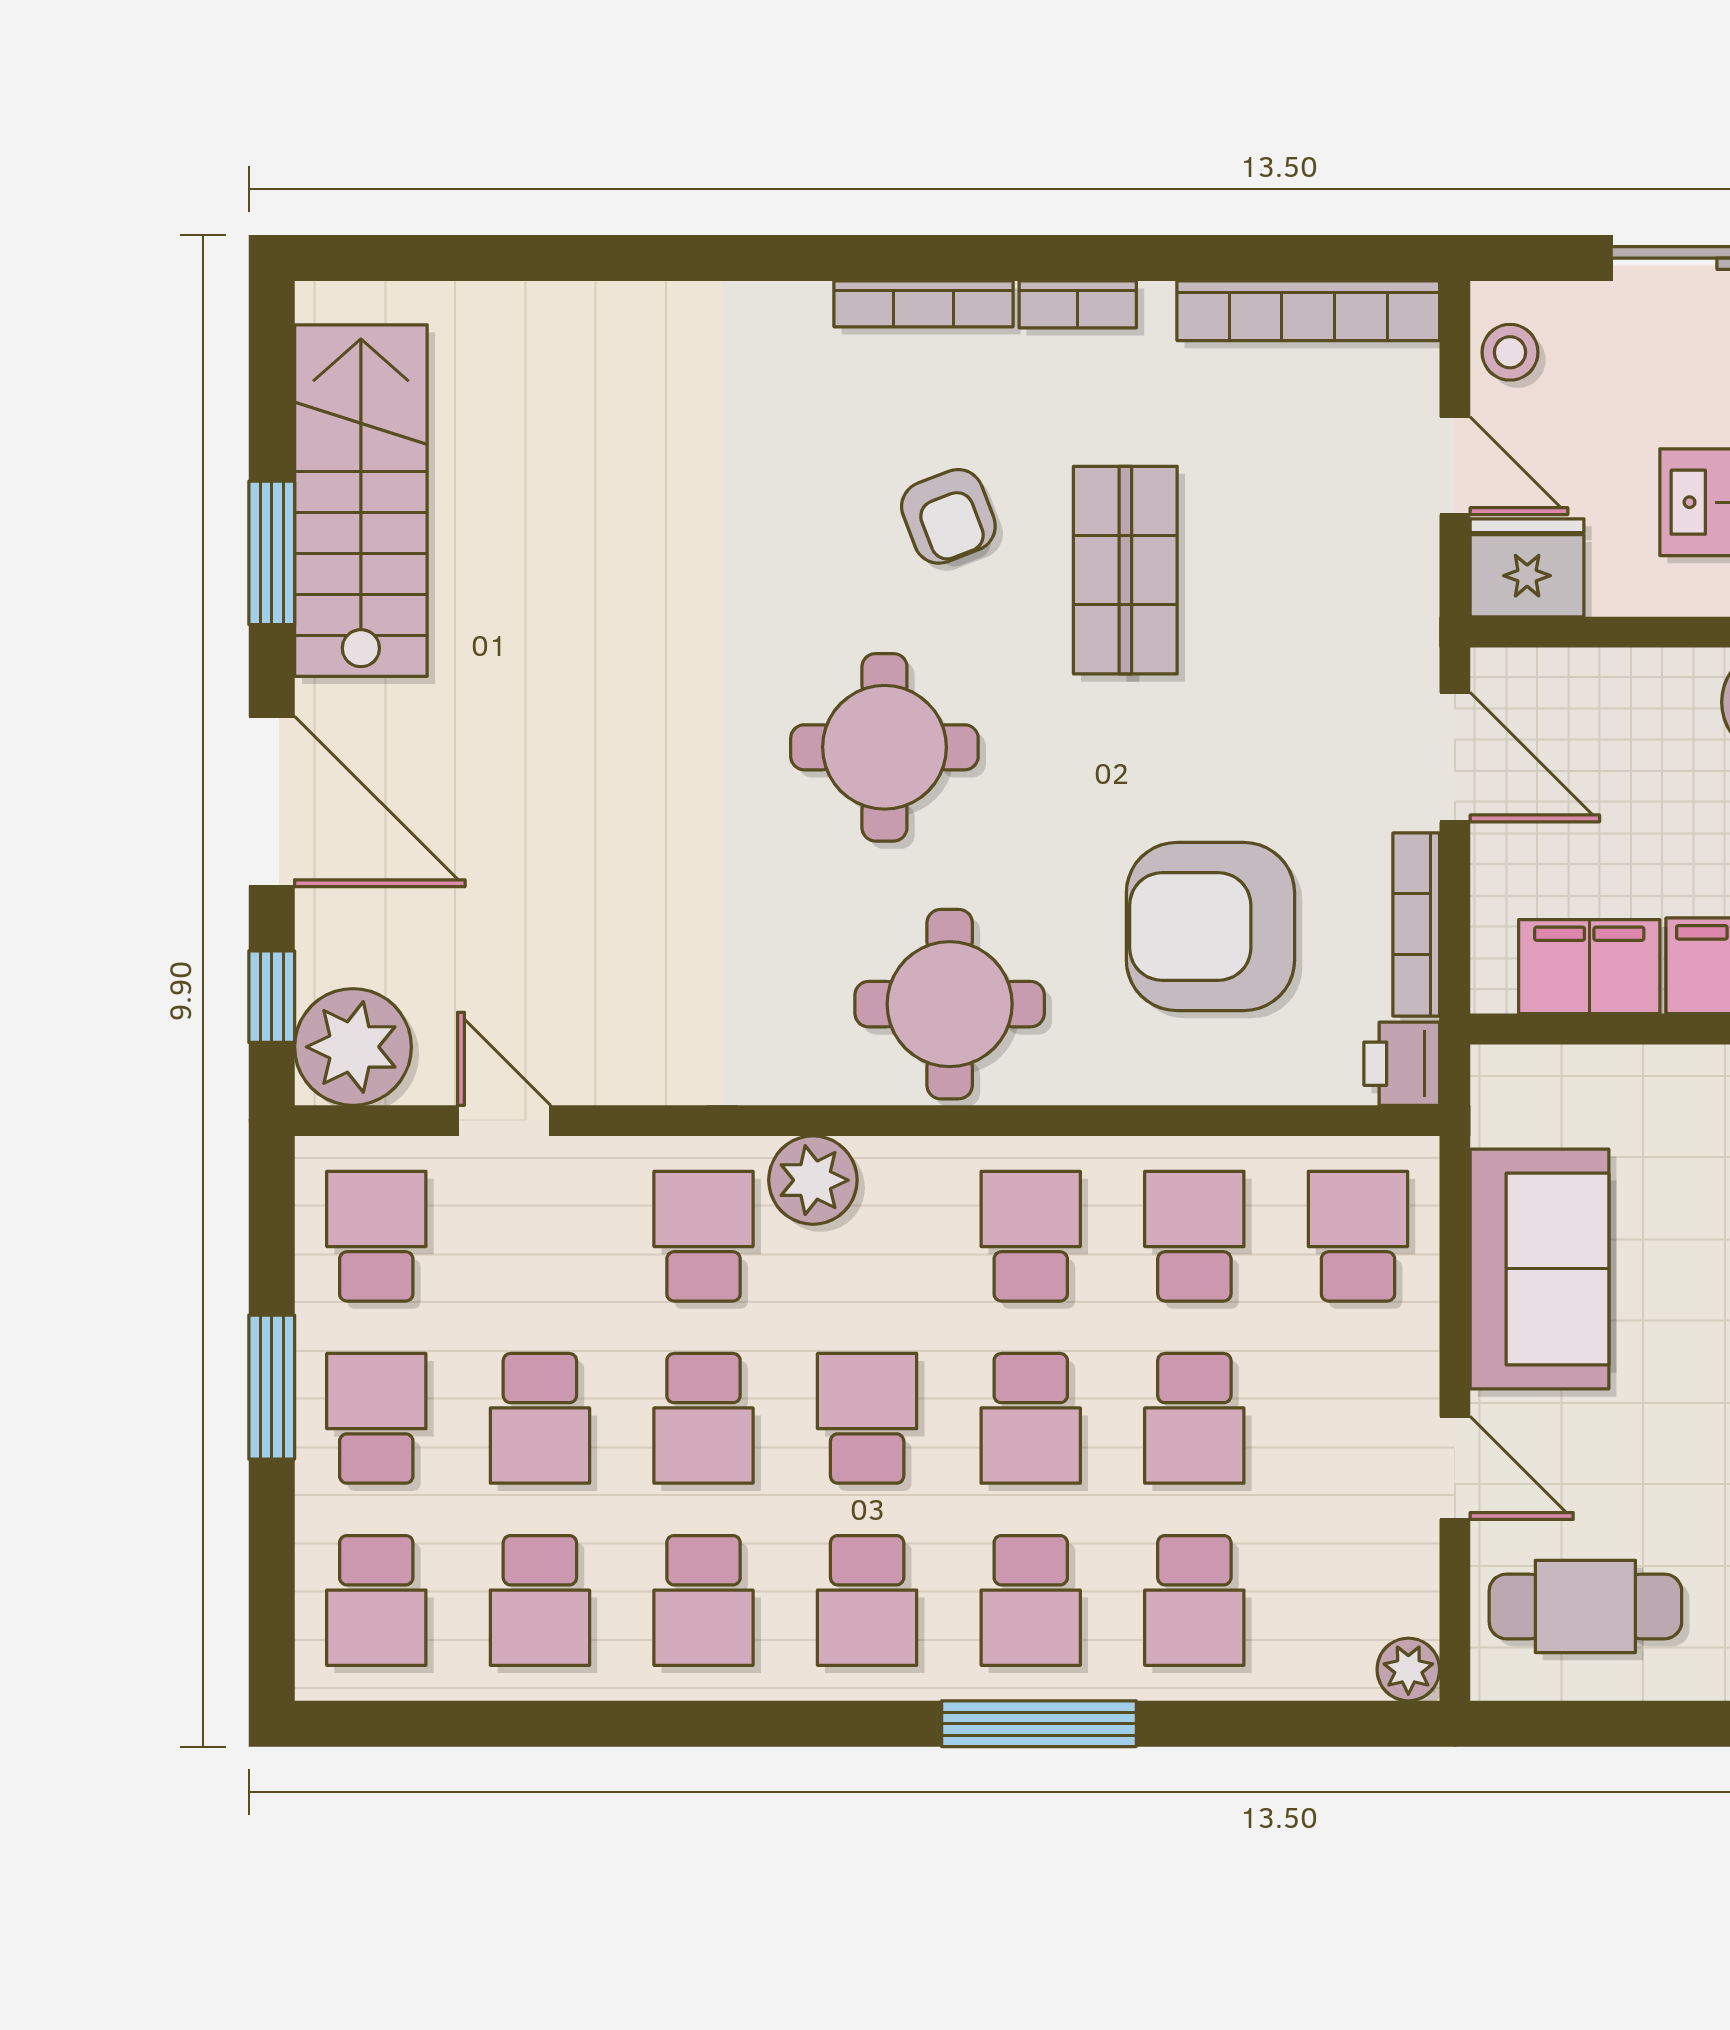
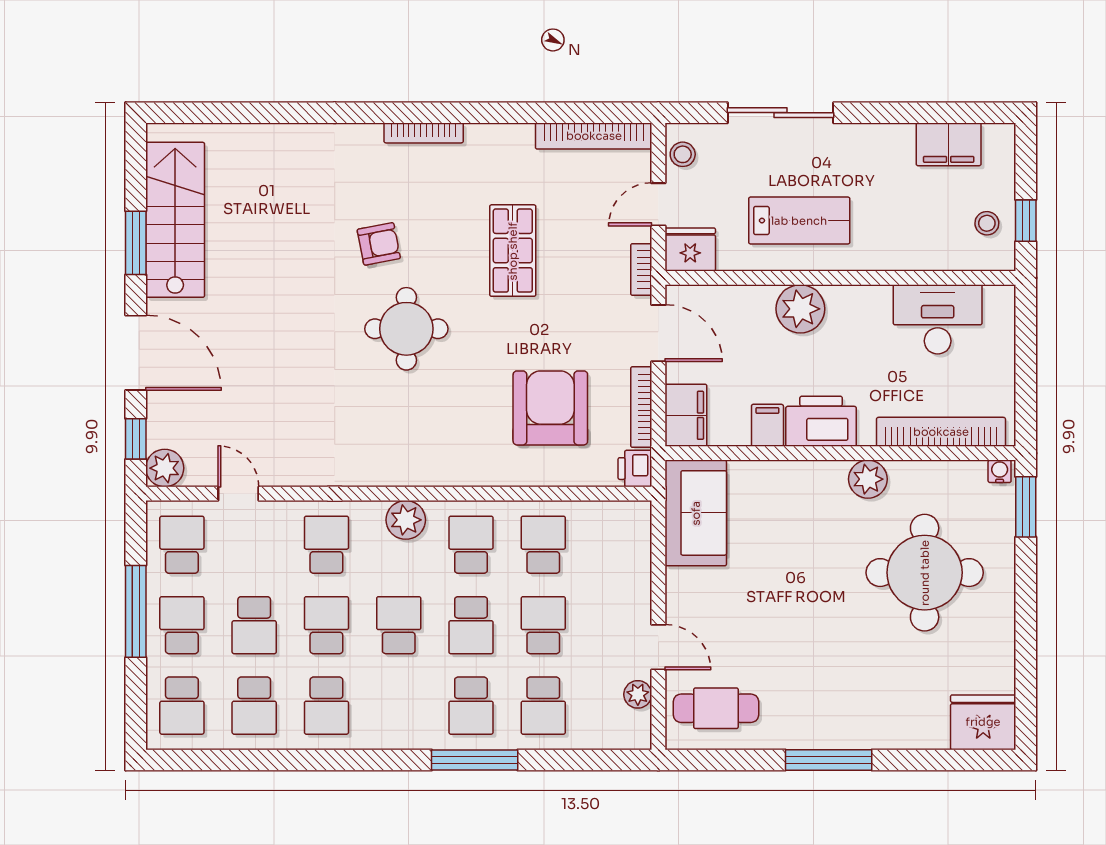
bookcase: (1078, 304) -> (641, 269), moved, turned 90
door: (1455, 466) -> (658, 204), swing flipped
armchair: (948, 516) -> (379, 244), moved, turned -80
armchair: (1210, 927) -> (550, 408), turned 90
filing cabinet: (1589, 967) -> (686, 415), moved, turned 90
round table: (950, 1004) -> (435, 442), removed
plant: (353, 1047) -> (165, 468), width x0.73, depth x0.73
plant: (813, 1180) -> (406, 520), moved
school desk: (1358, 1236) -> (616, 545), removed
sofa: (1540, 1269) -> (696, 513), moved
window: (272, 1387) -> (136, 611), width x1.44
school desk: (704, 1418) -> (326, 625), turned 180
school desk: (1194, 1418) -> (543, 625), turned 180
school desk: (867, 1600) -> (399, 706), removed
plant: (1408, 1669) -> (638, 694), moved

